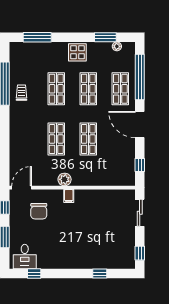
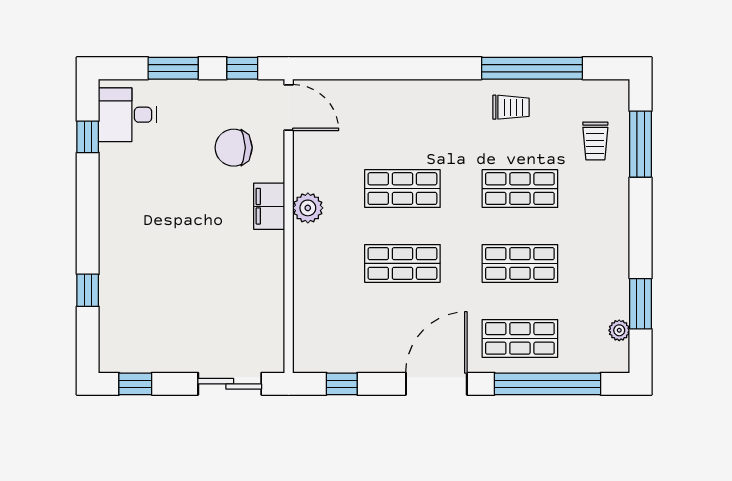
display table: (77, 52) -> (605, 238), removed
trolley: (36, 57) -> (595, 141), added
filing cabinet: (69, 196) -> (269, 206), width x2.00

